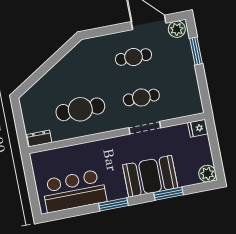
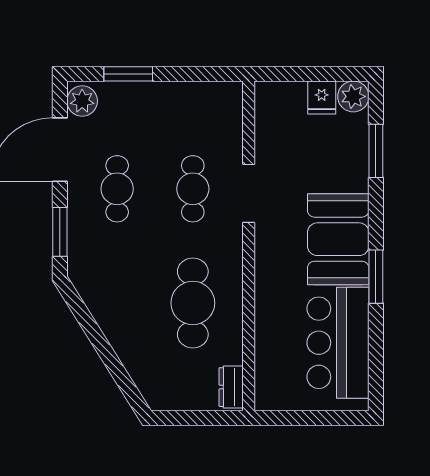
window: (105, 31) -> (60, 232), added
fridge: (198, 128) -> (322, 98), moved
booth: (150, 176) -> (338, 239), moved
window: (169, 194) -> (376, 151), moved

